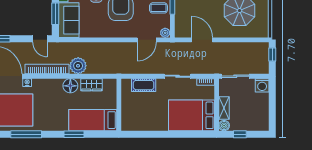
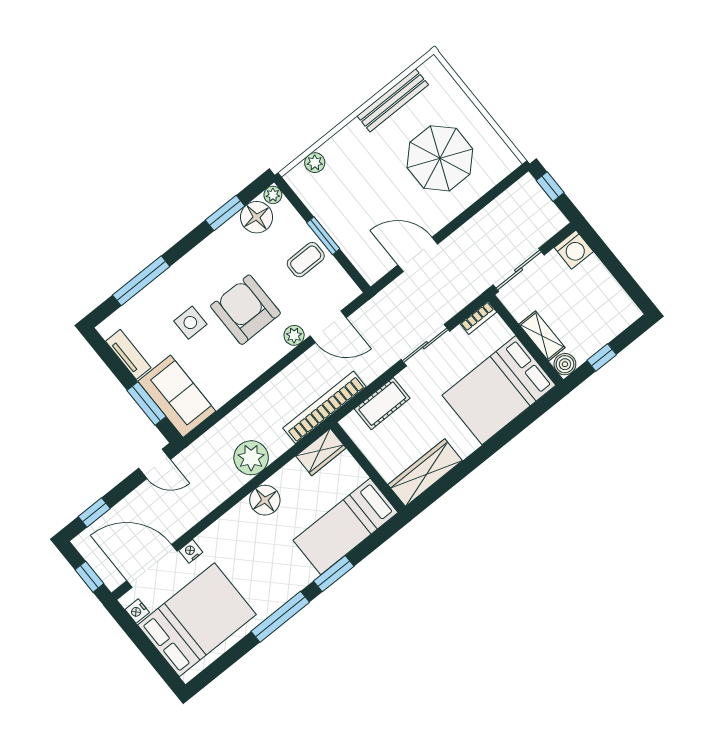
plant: (165, 33) -> (294, 335), moved
door: (147, 40) -> (328, 327), hinge flipped
bookcase: (47, 69) -> (324, 407), moved
wardrobe: (92, 85) -> (321, 452), moved
wardrobe: (139, 124) -> (425, 473), added
window: (26, 134) -> (280, 617), moved

